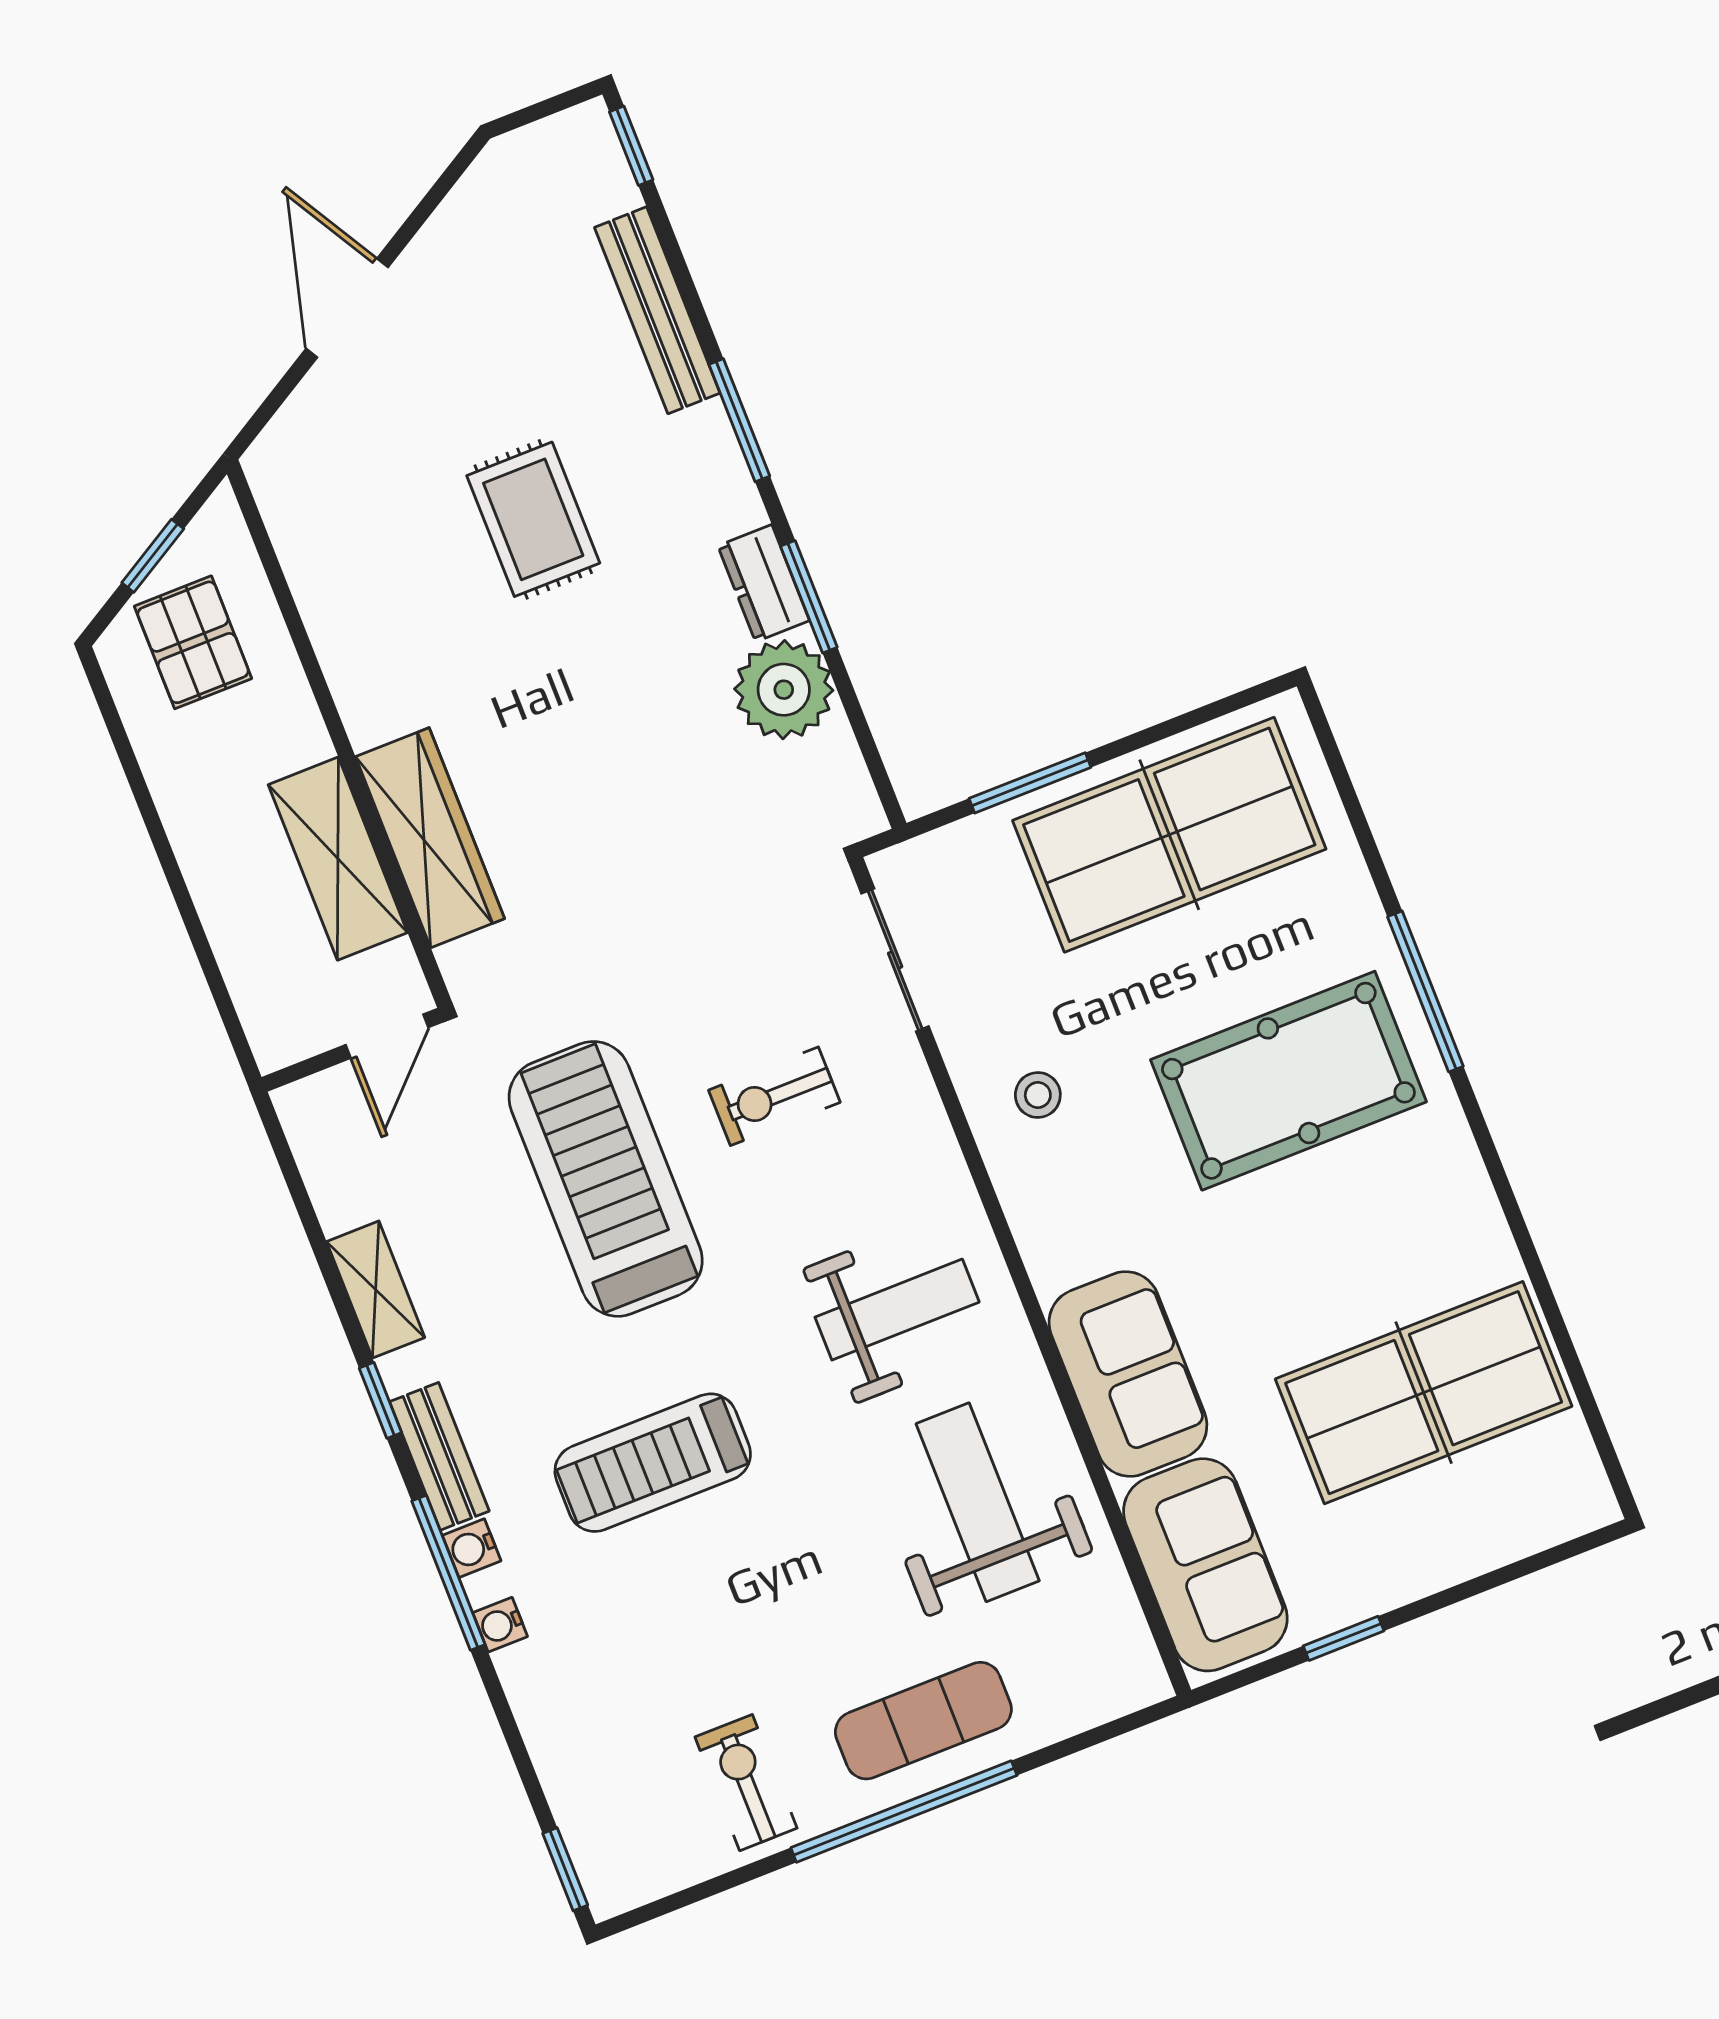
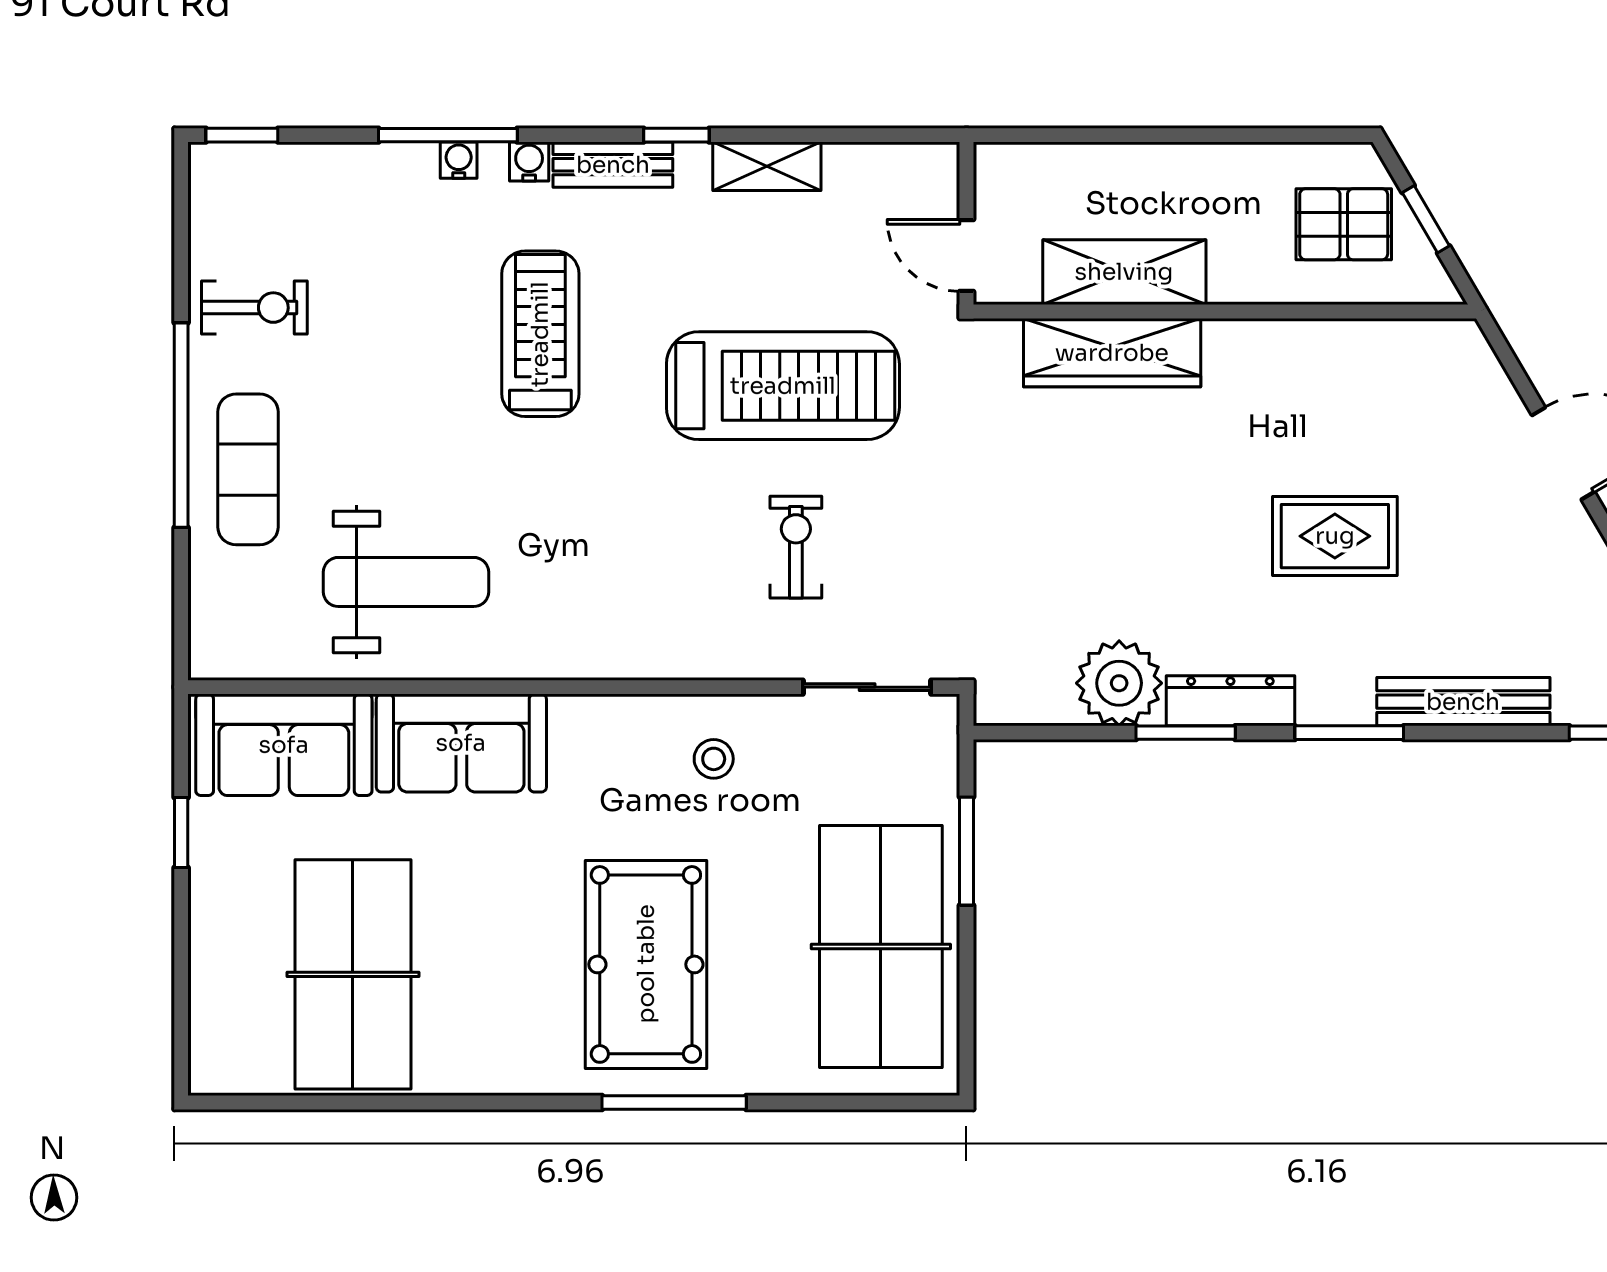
dresser: (764, 583) -> (1230, 701), width x1.44
weight bench: (897, 1310) -> (586, 578), removed
window: (448, 1573) -> (448, 135), moved

